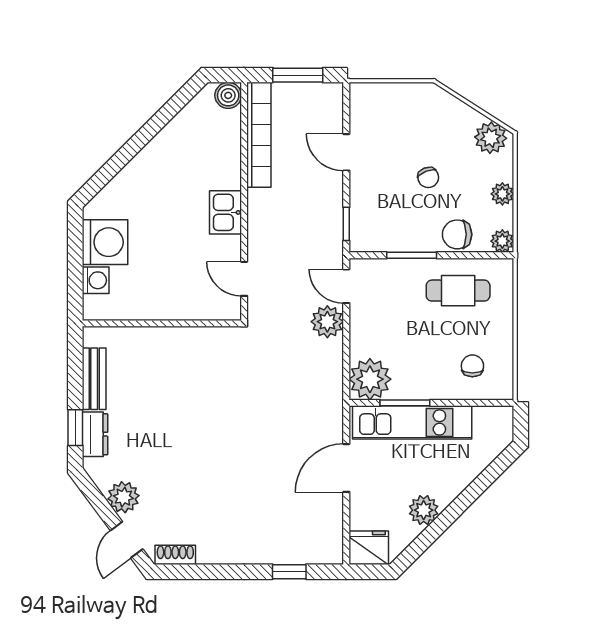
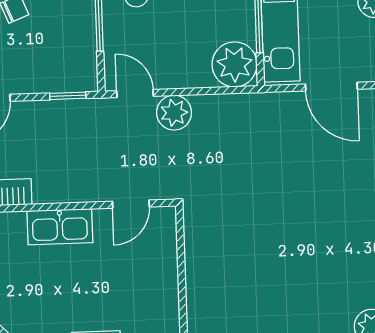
kitchen sink: (226, 212) -> (60, 227), width x1.38
door: (346, 286) -> (135, 93), swing flipped

